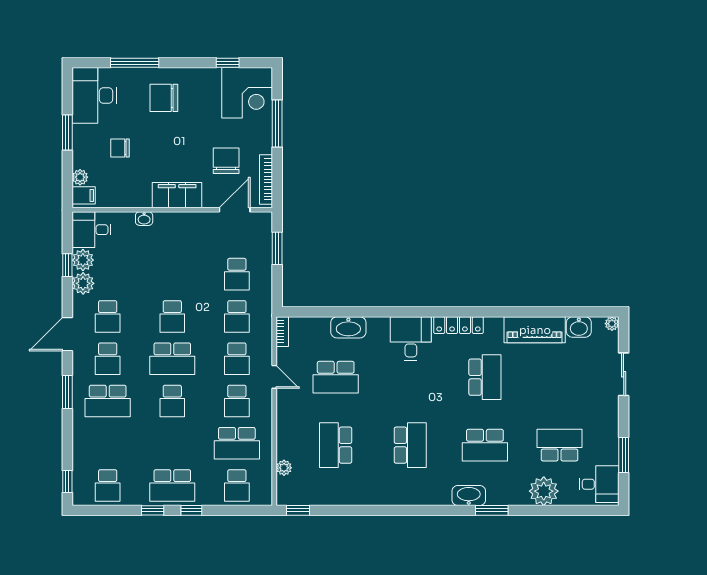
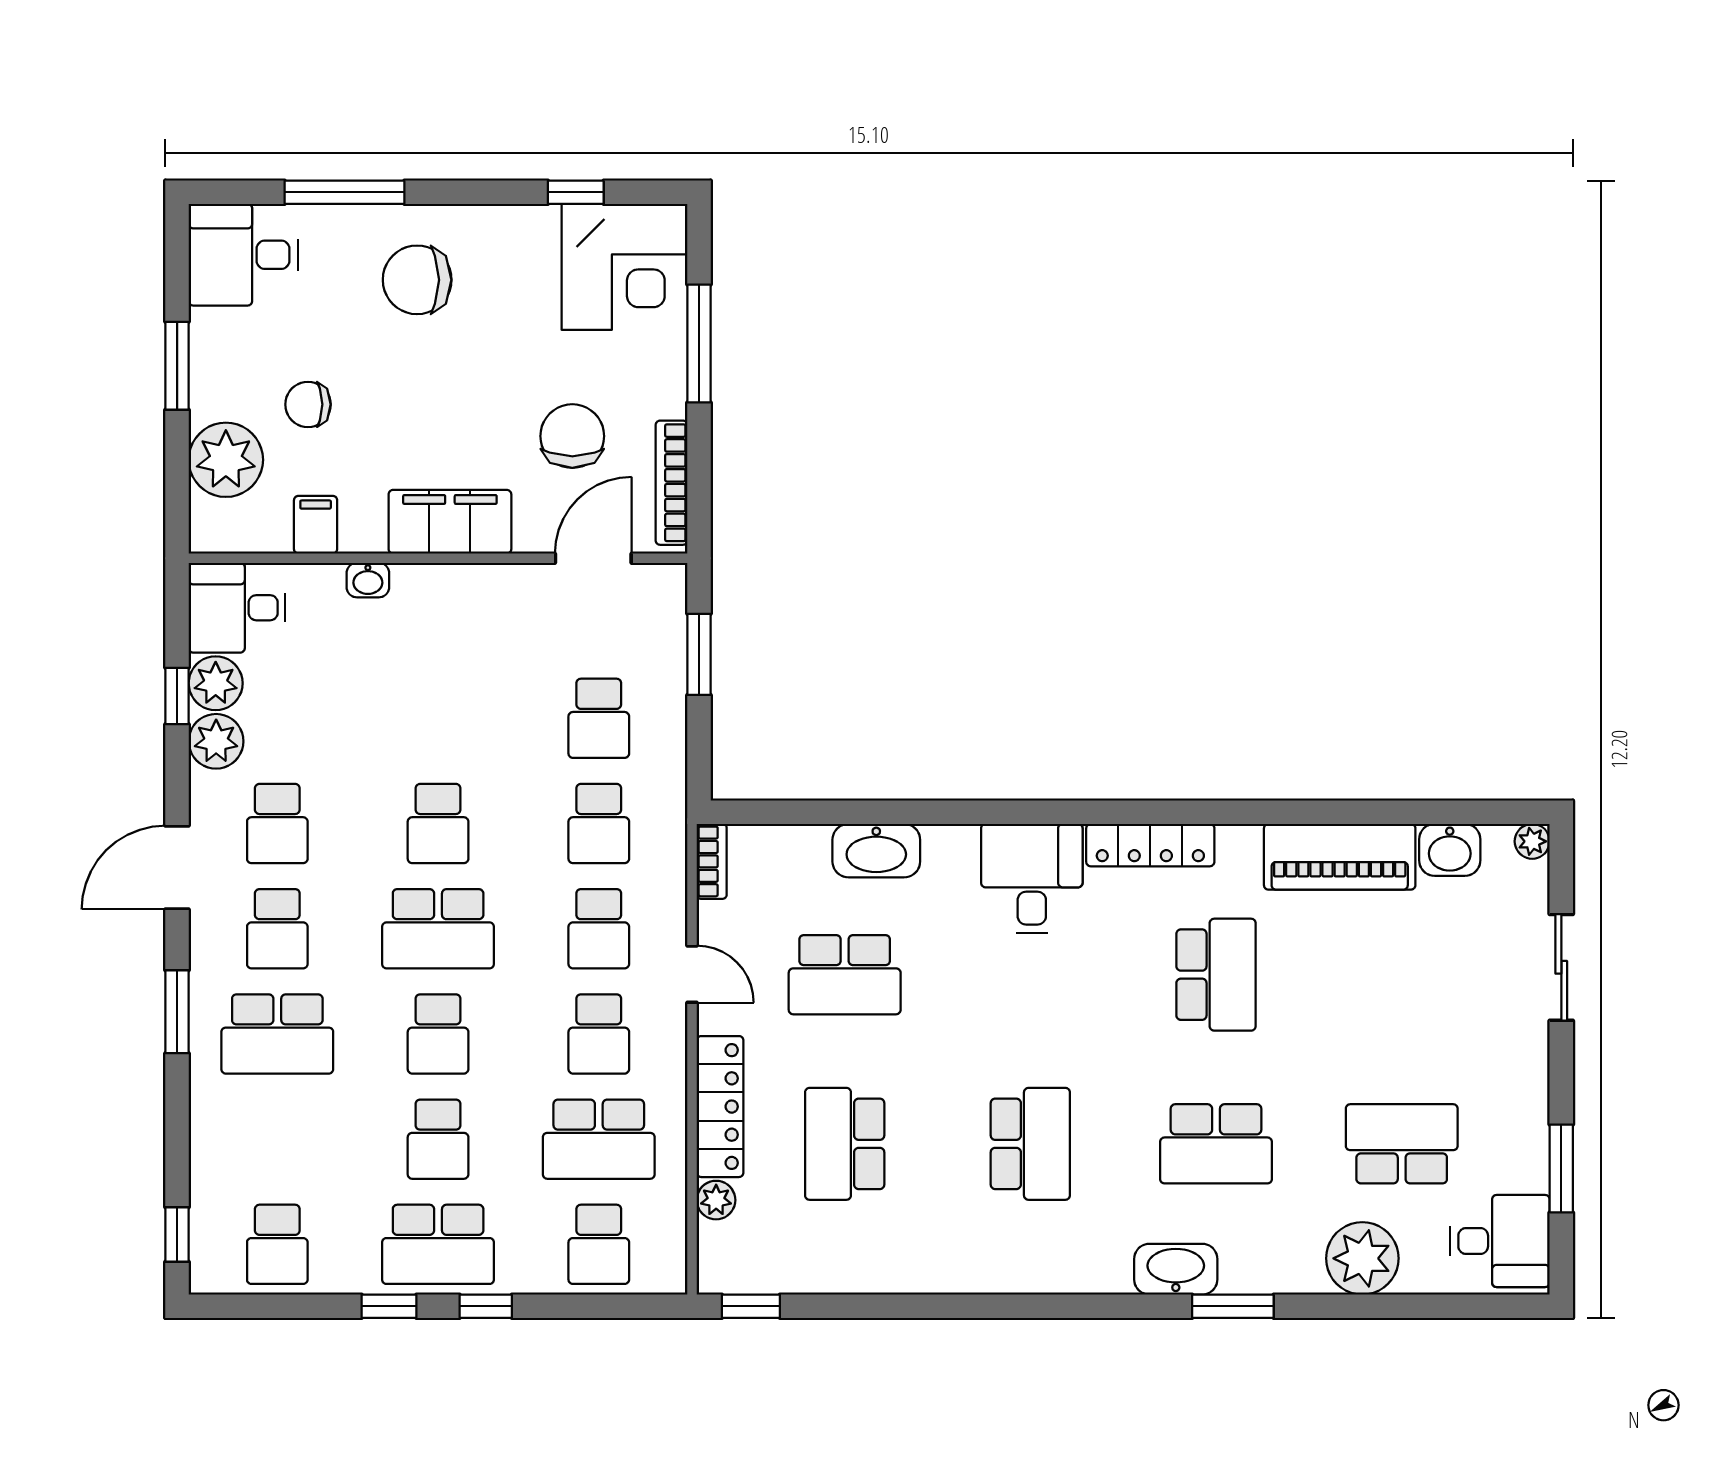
desk: (94, 95) -> (243, 255), width x0.73
plant: (80, 177) -> (226, 460), width x1.88, depth x1.88
filing cabinet: (84, 195) -> (316, 525), moved, turned -90
locker: (286, 430) -> (720, 1107), added
school desk: (172, 443) -> (438, 1139), added

